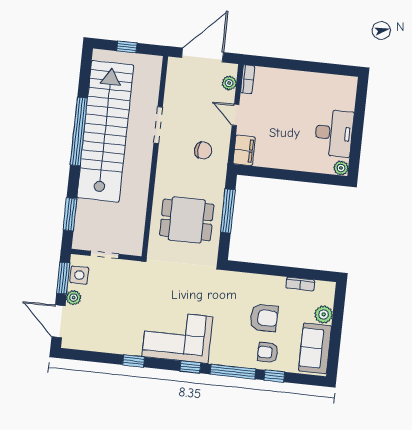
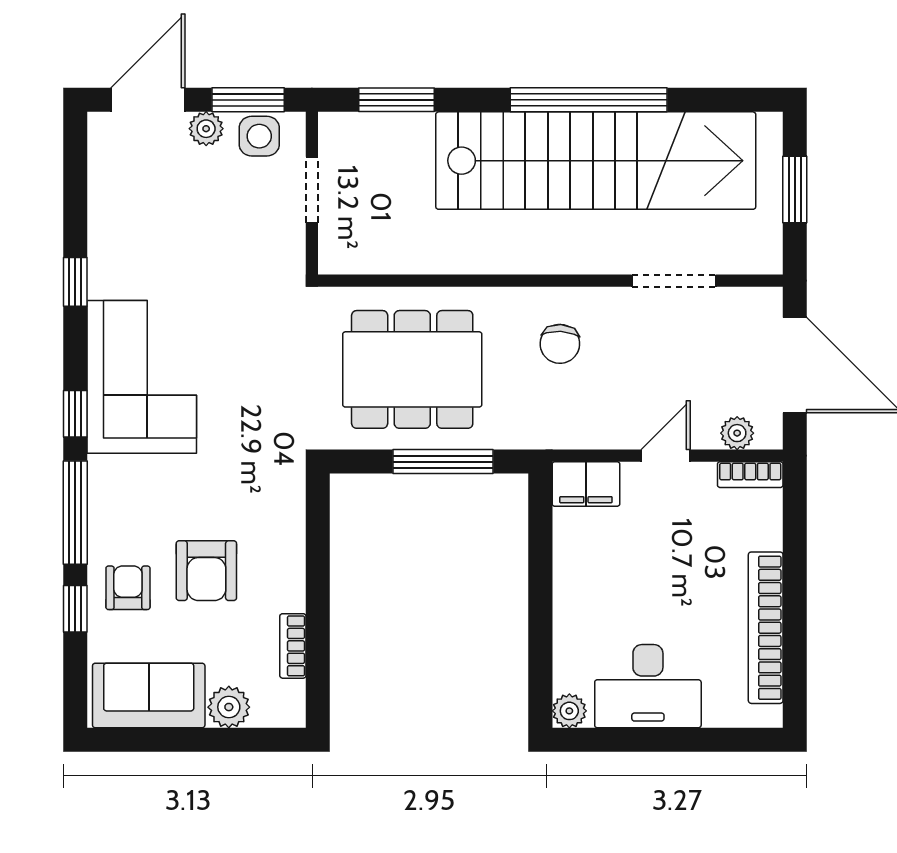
window: (127, 47) -> (795, 190), width x1.50
bookcase: (314, 80) -> (766, 628), added
doorway: (158, 125) -> (674, 281), moved
chair: (203, 150) -> (560, 344), moved
dining table: (187, 220) -> (412, 369), width x1.37

